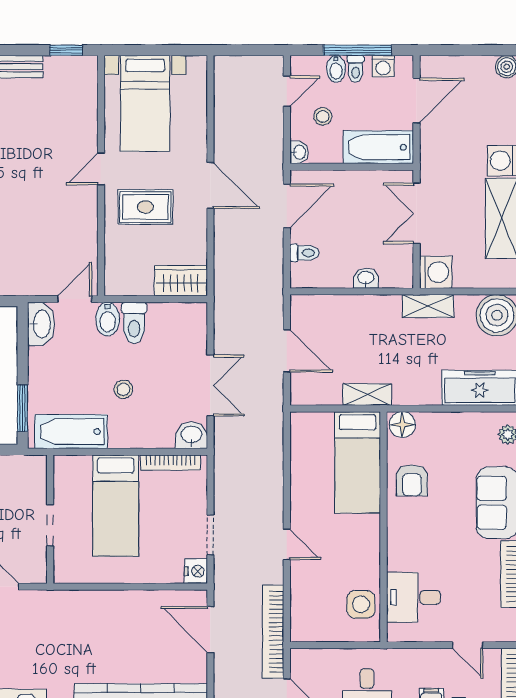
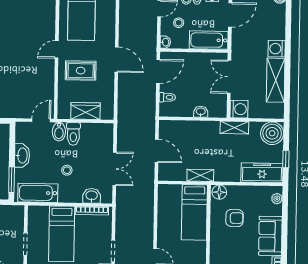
wardrobe: (181, 281) -> (85, 111), moved
washbasin: (41, 324) -> (22, 156), moved
washbasin: (191, 435) -> (92, 196), moved
armchair: (412, 480) -> (235, 218), moved, turned -90

